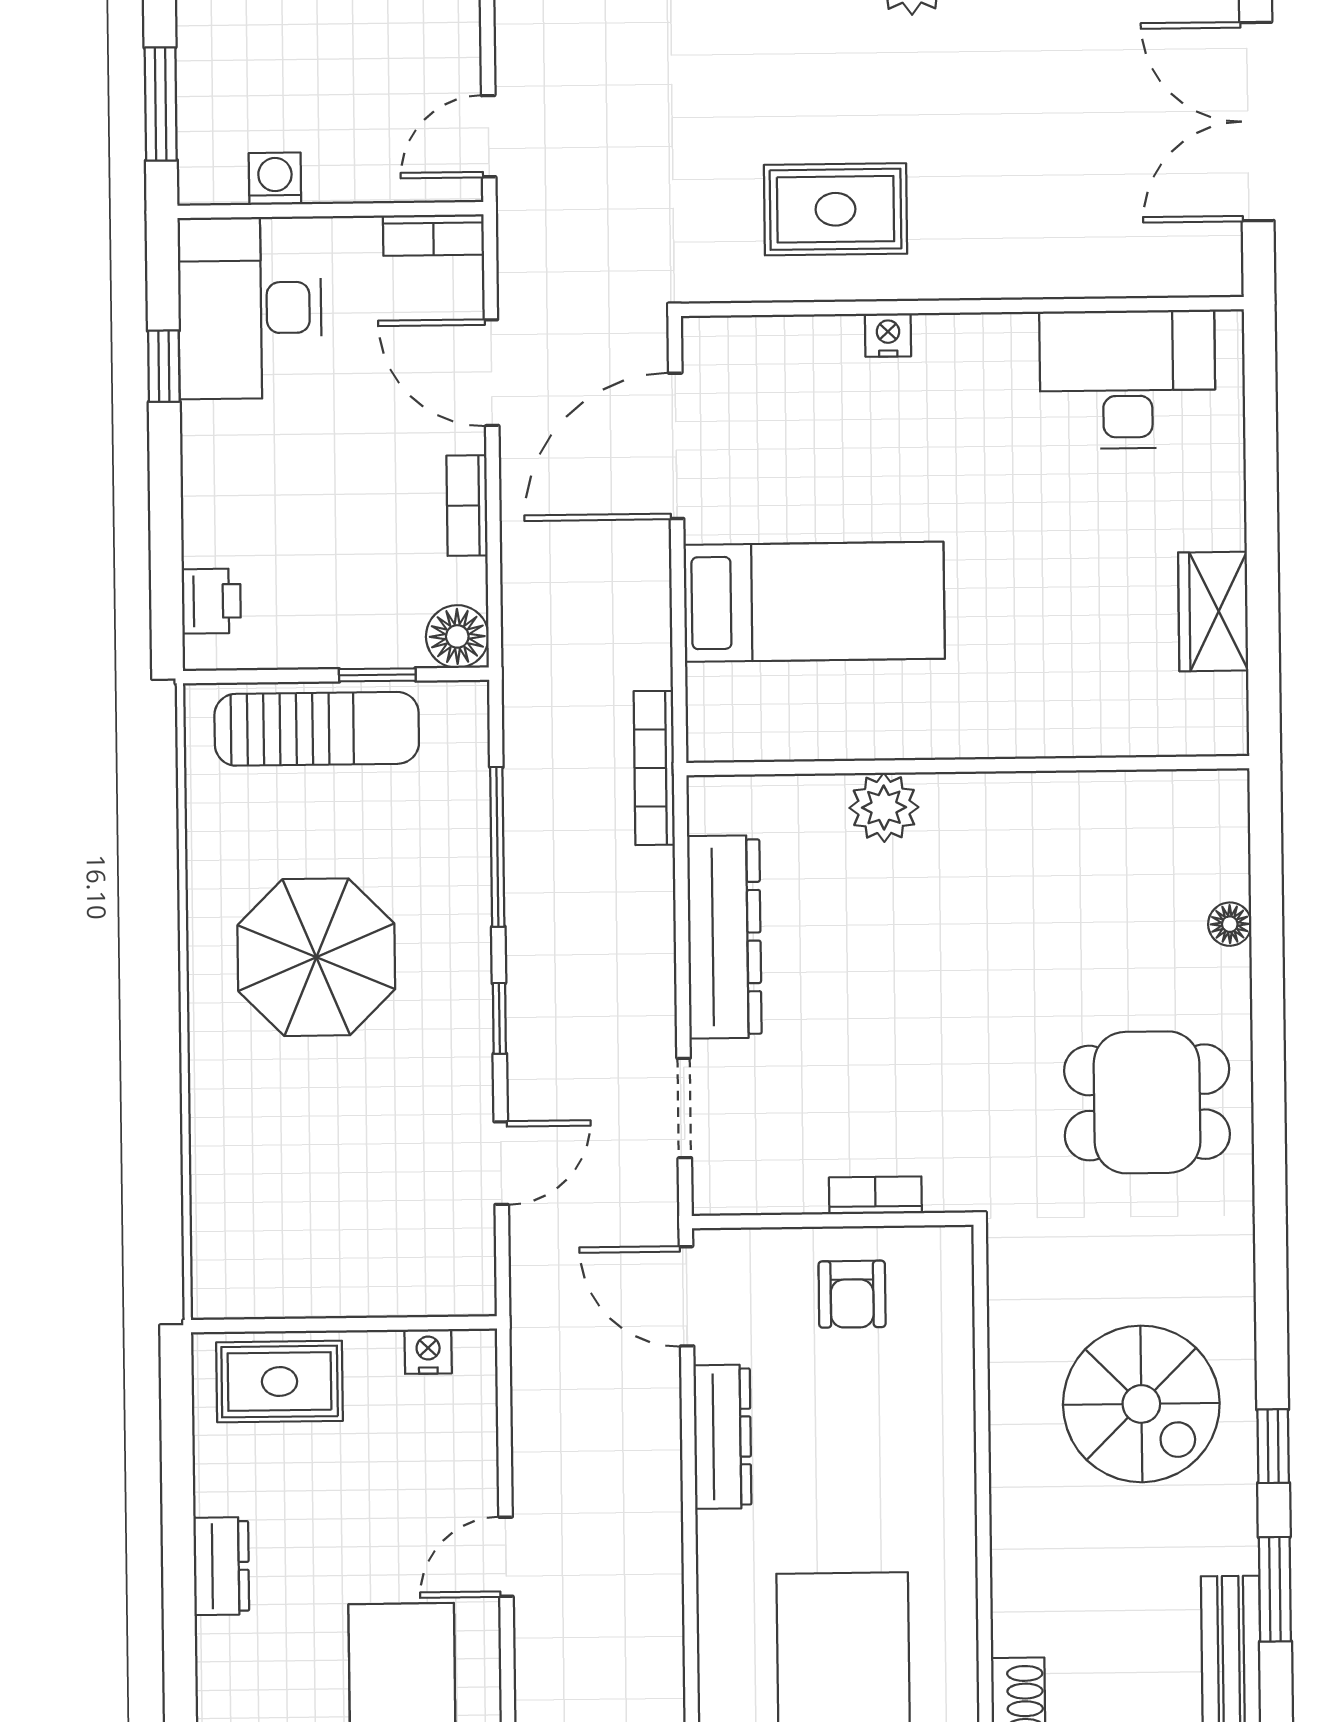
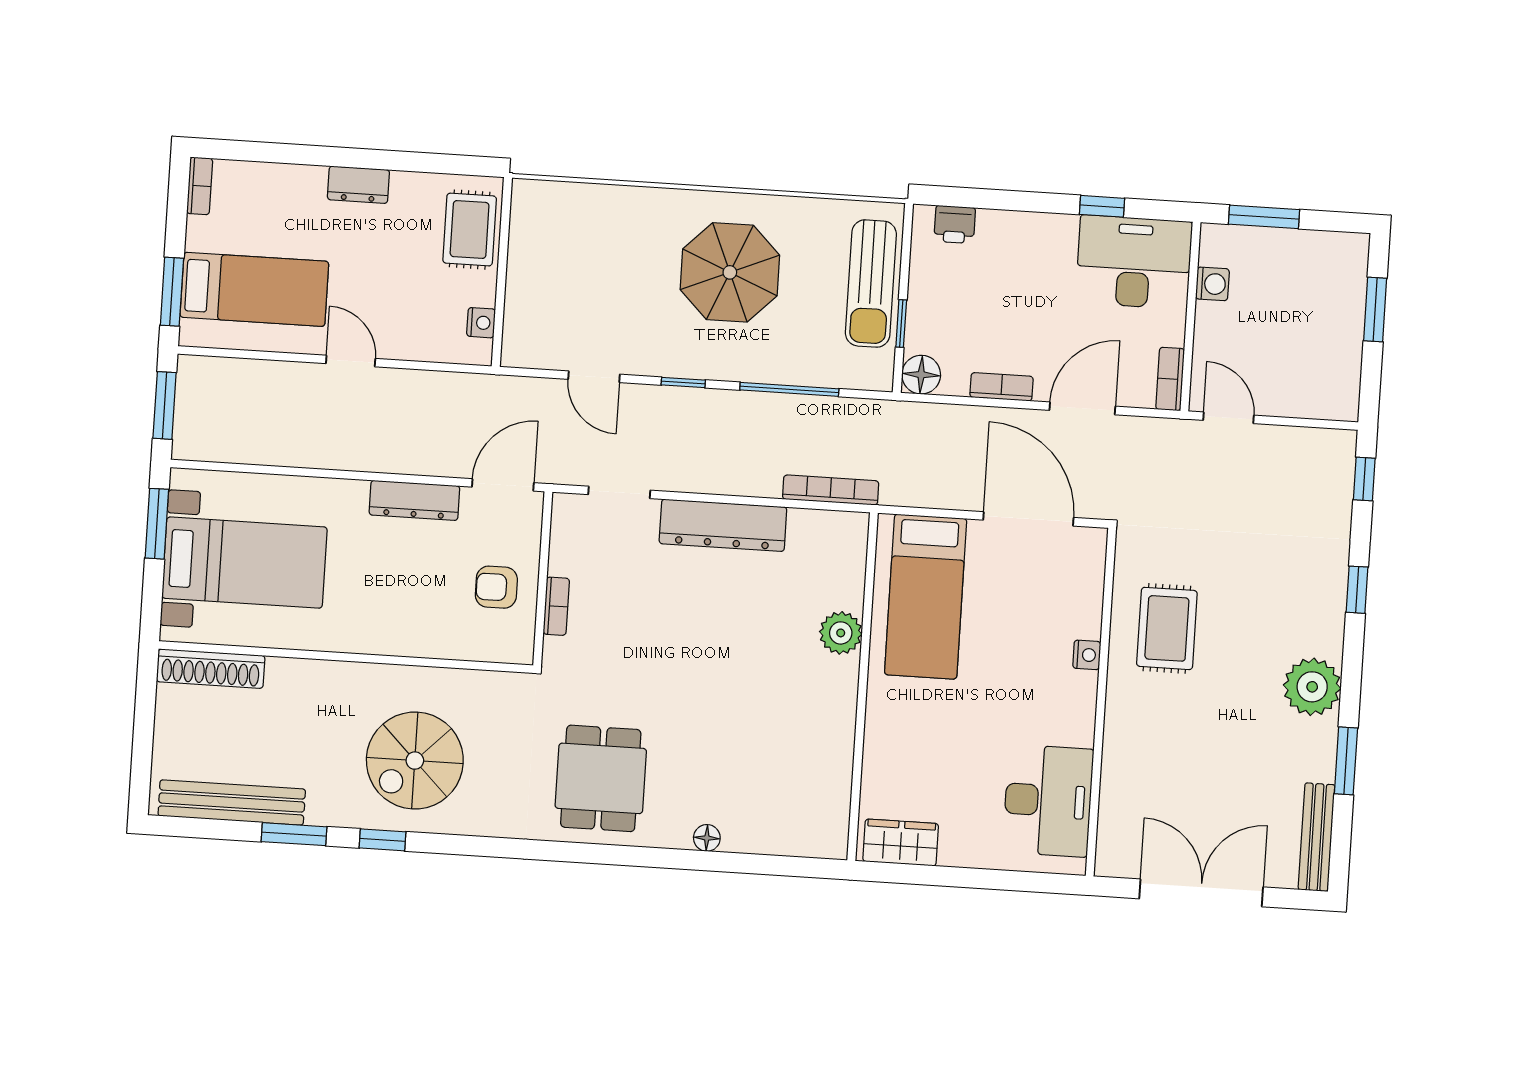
wall: (968, 766) -> (863, 687), moved
plant: (884, 807) -> (841, 633), moved

